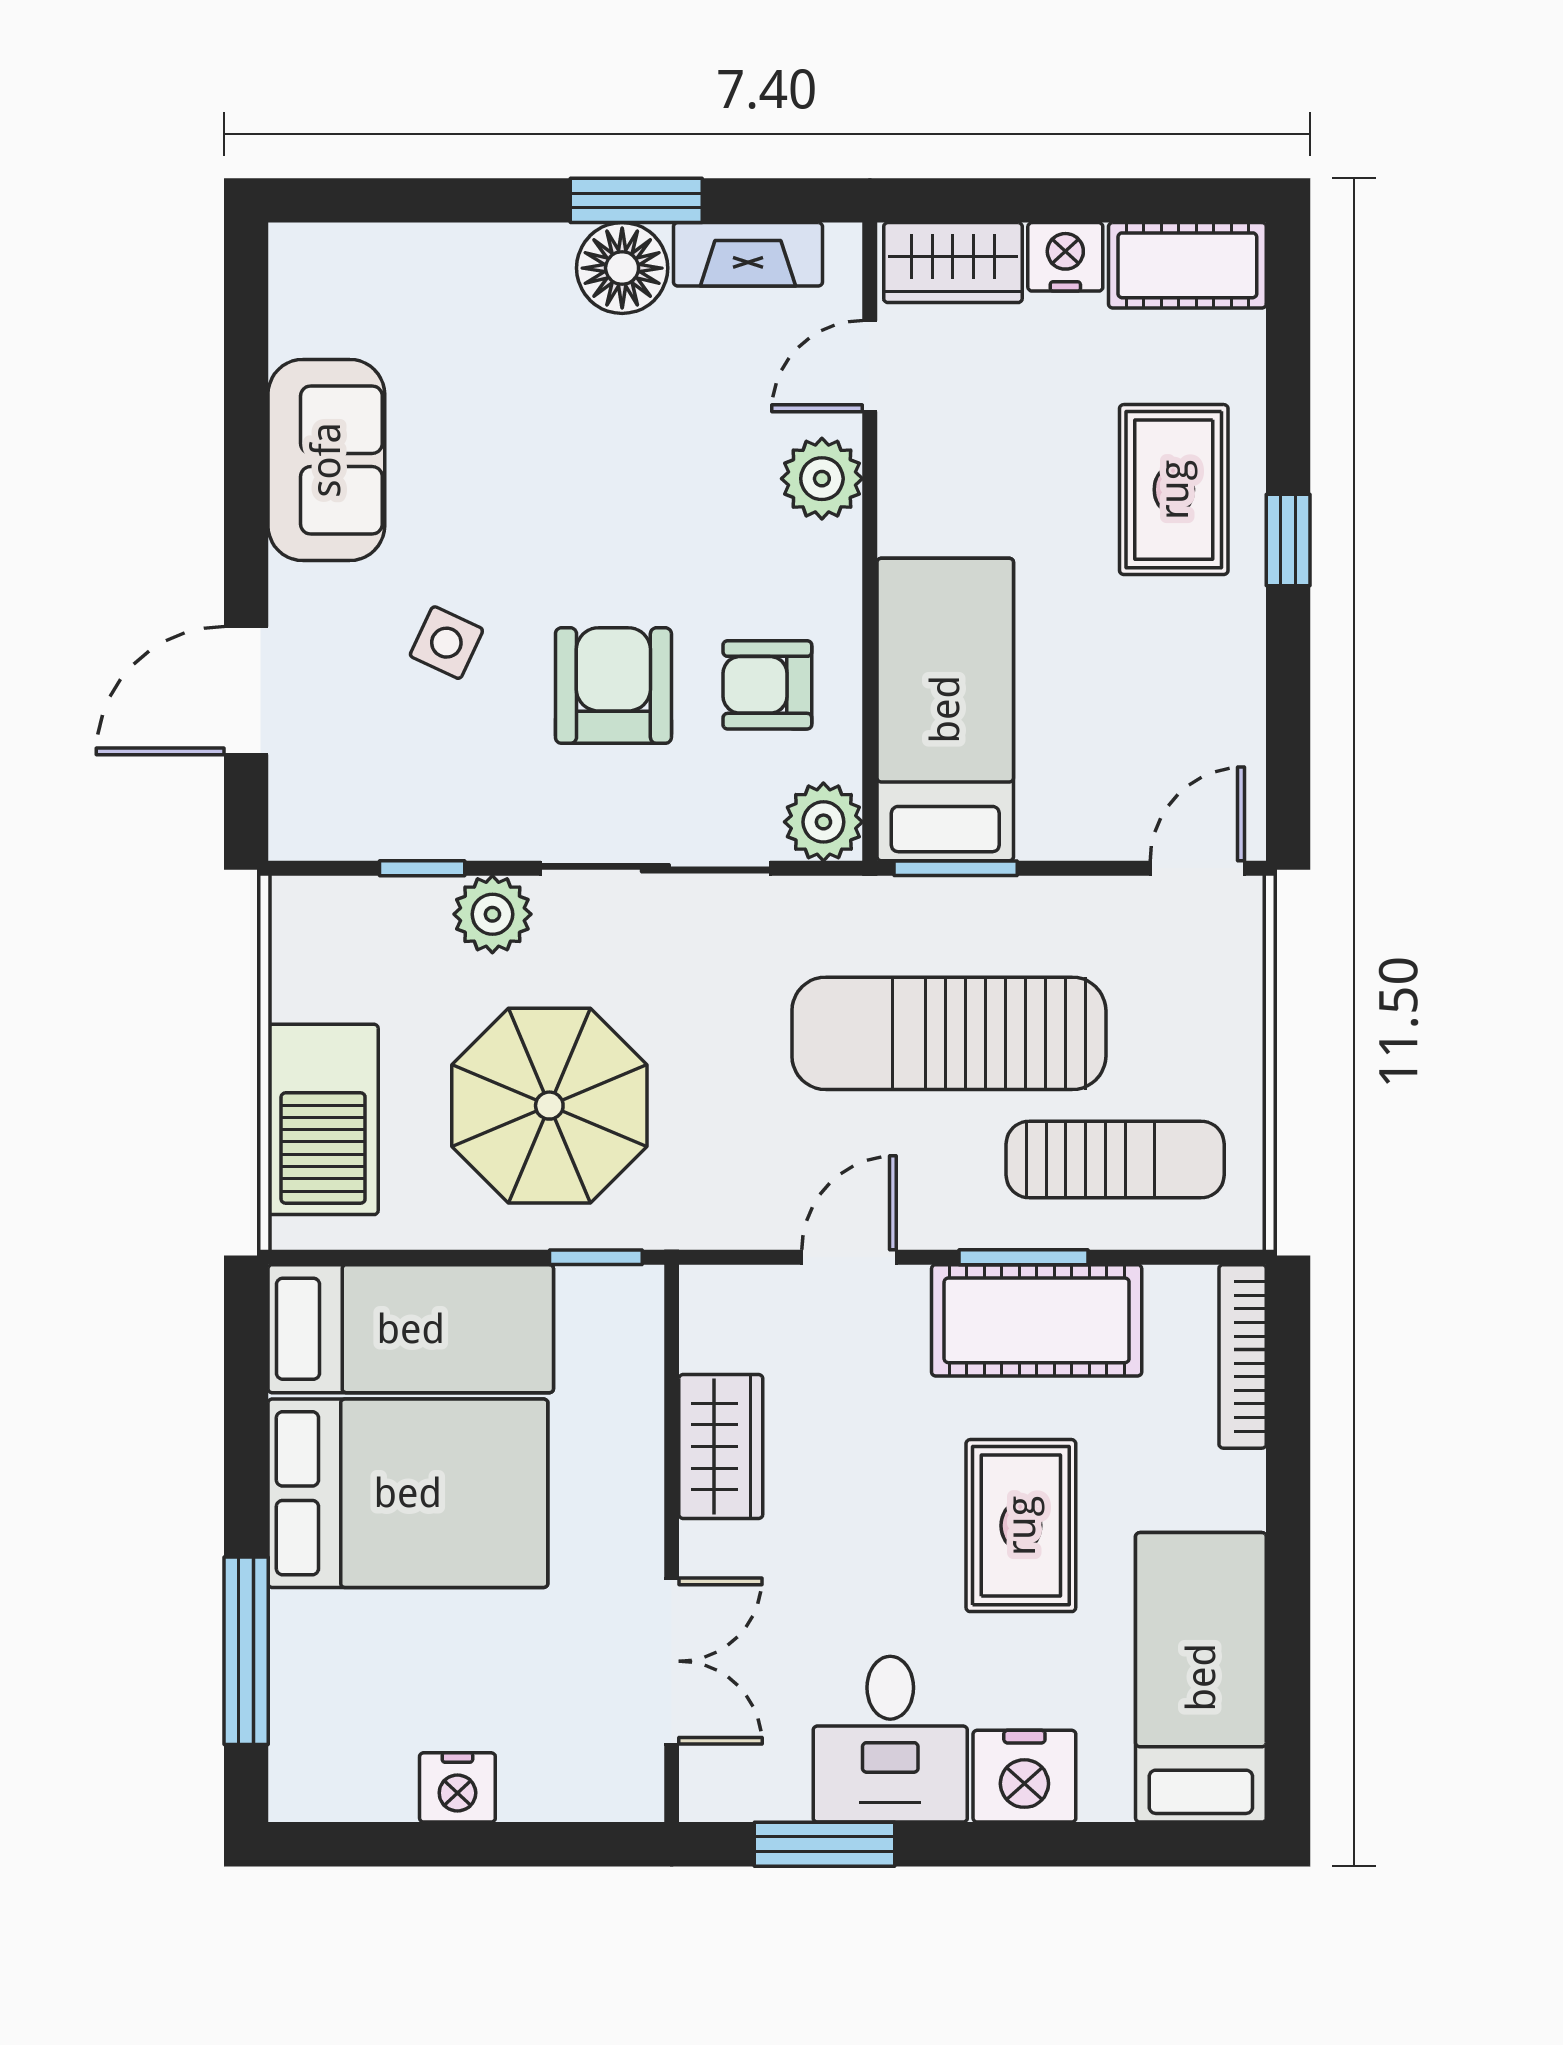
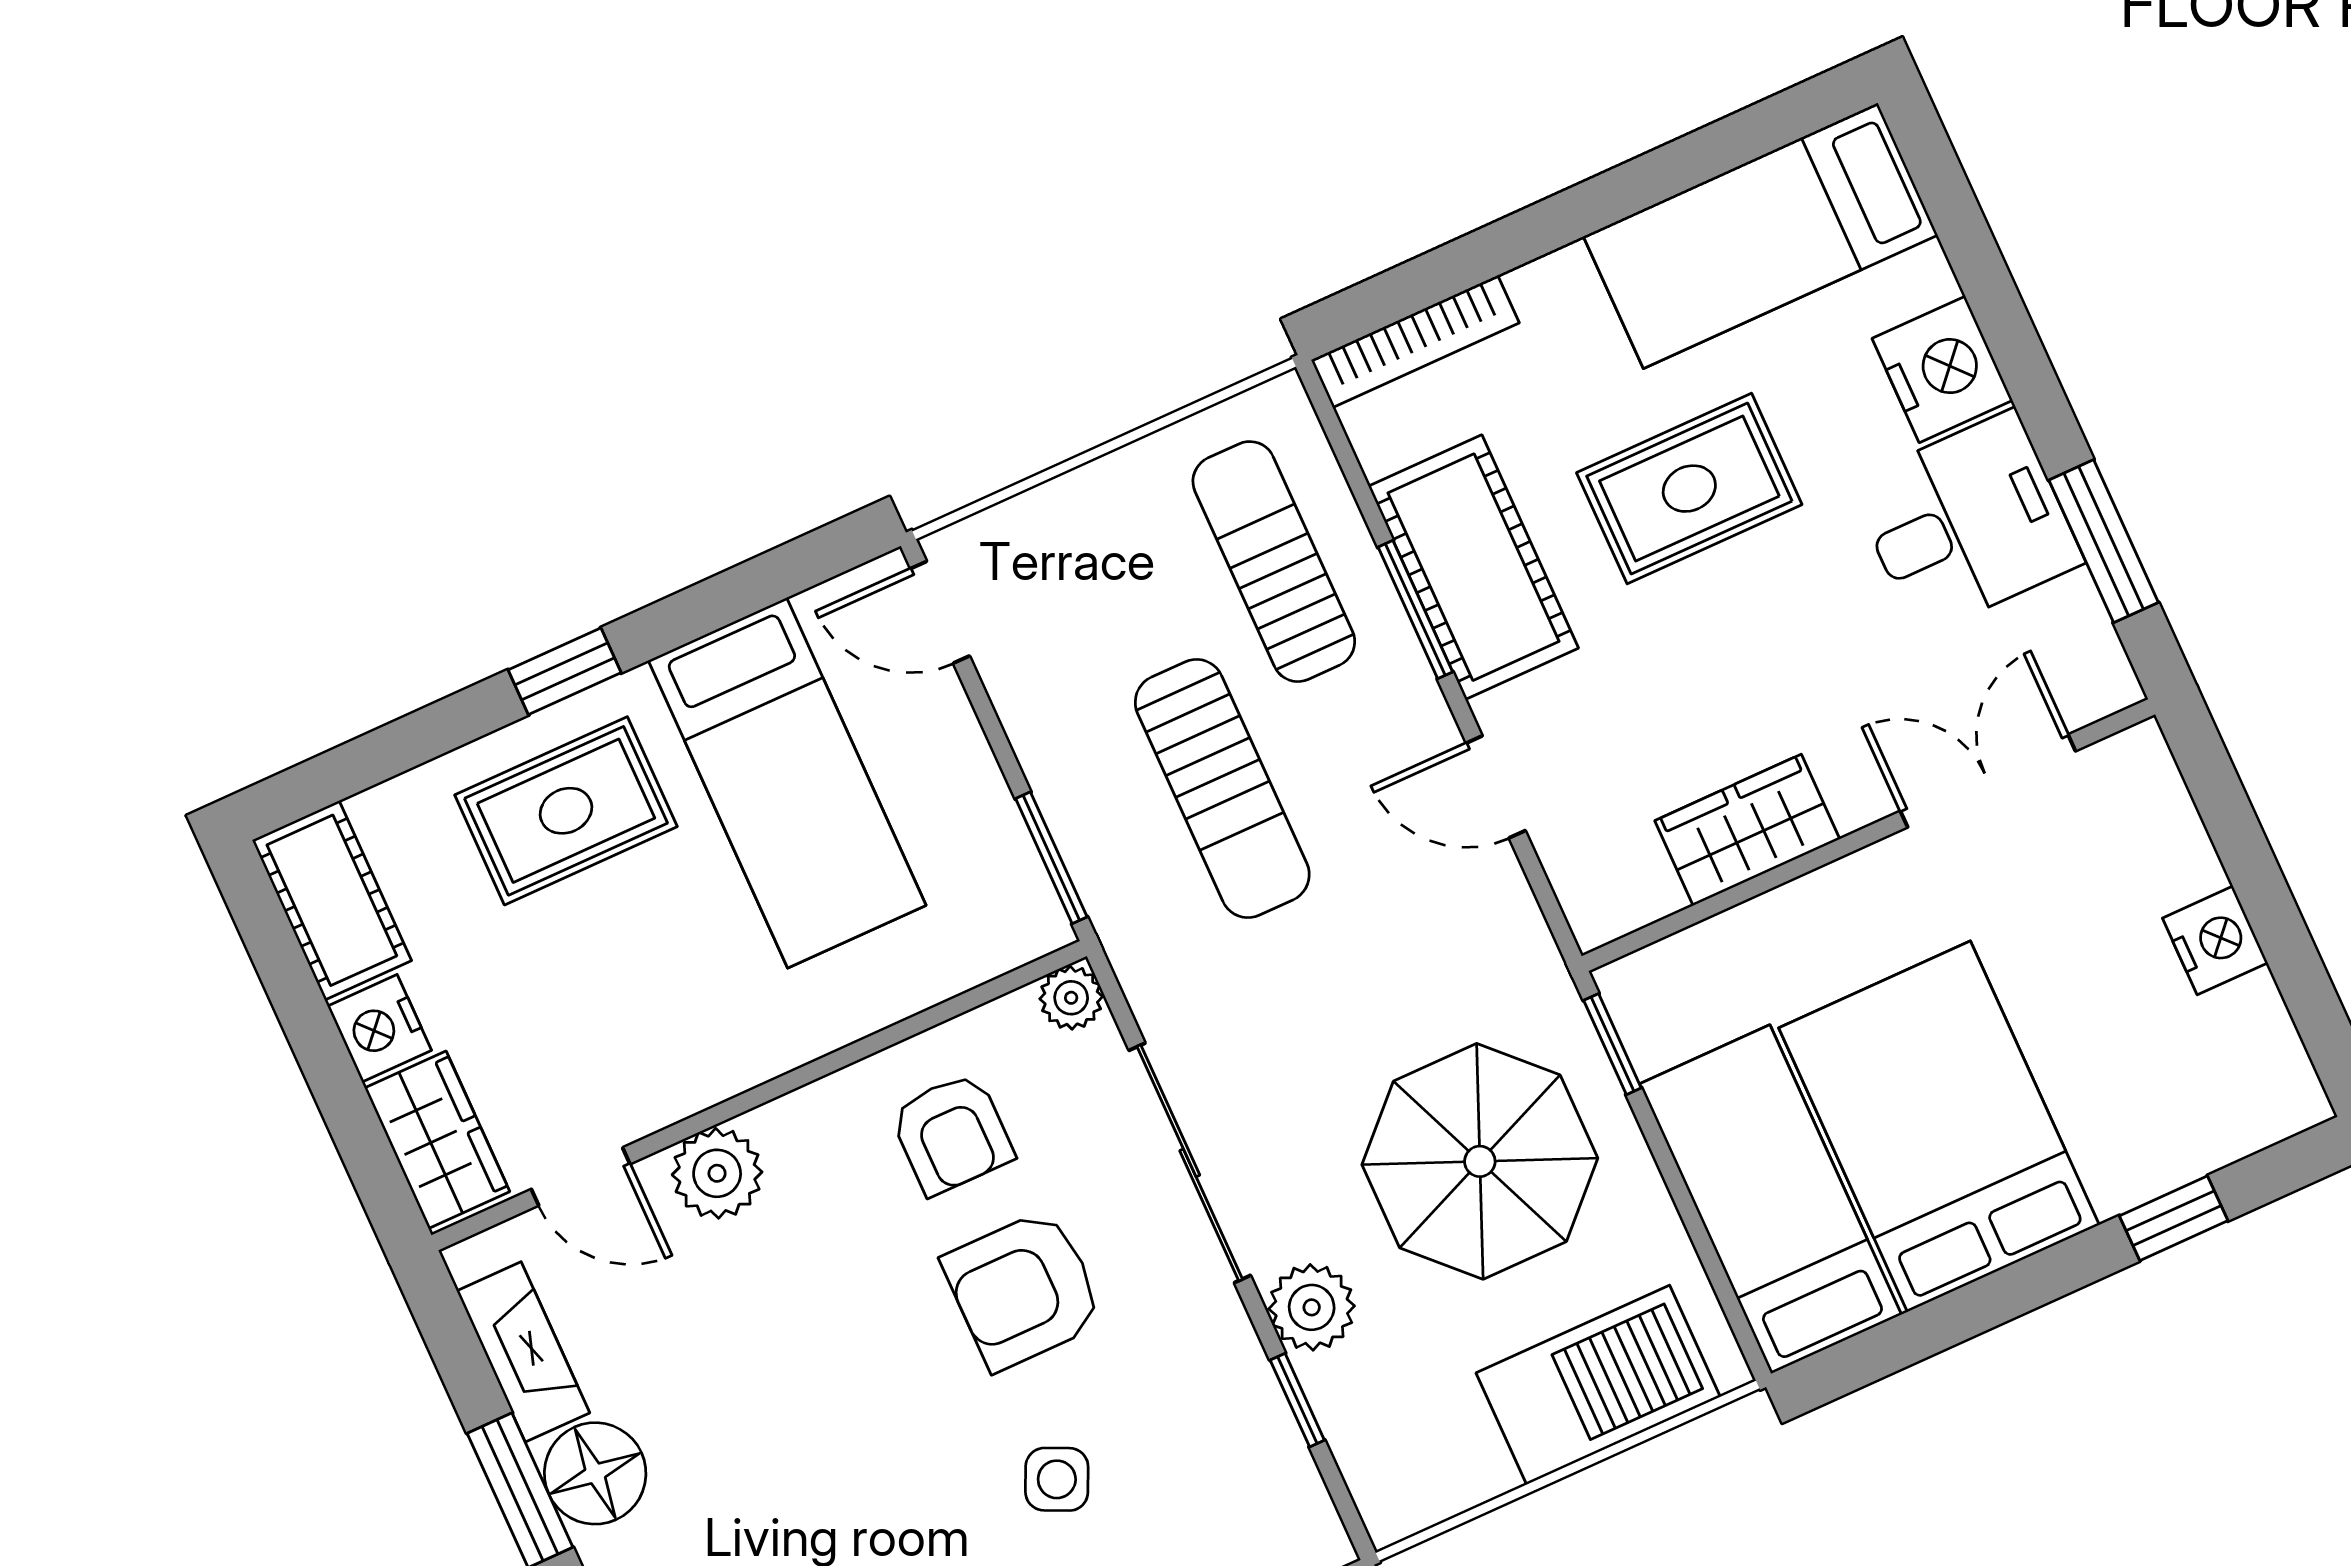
bed: (945, 709) -> (787, 783), moved, turned -90
plant: (823, 822) -> (1071, 998), width x0.73, depth x0.73
sun lounger: (949, 1033) -> (1222, 789), width x0.73, depth x0.75
window: (246, 1651) -> (2174, 1218), width x0.46

